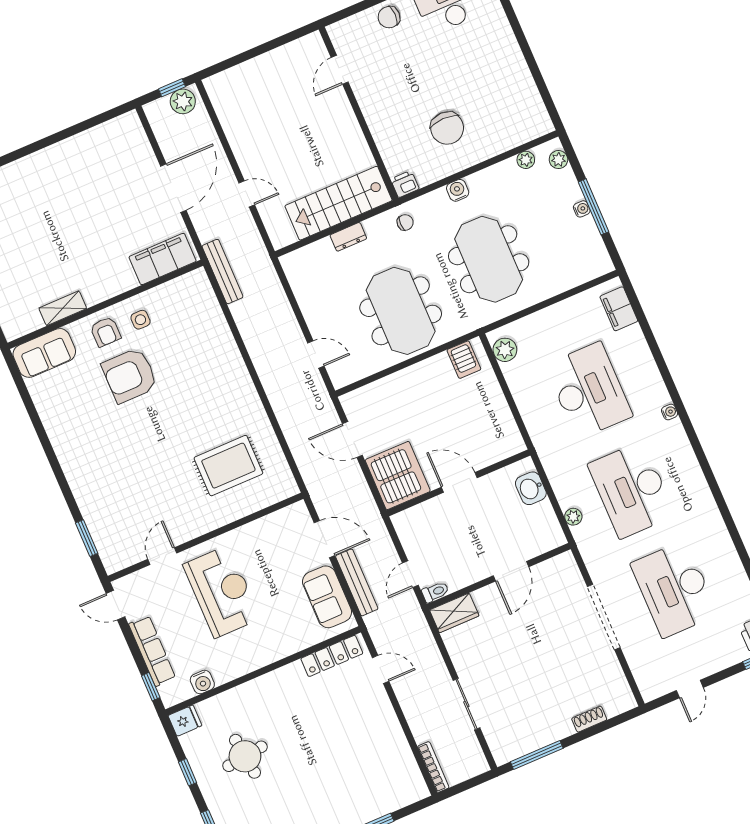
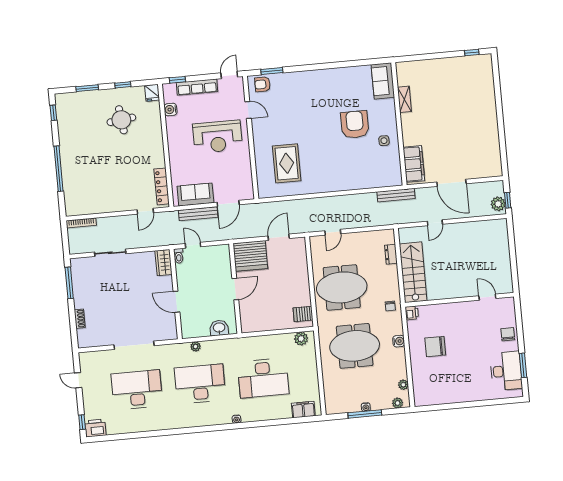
dresser: (348, 237) -> (391, 254), moved
armchair: (105, 332) -> (262, 84), moved

